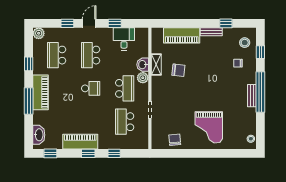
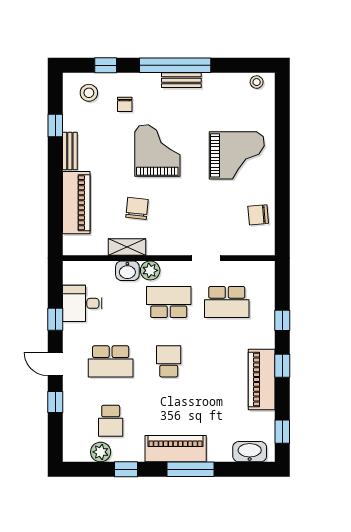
plant: (39, 33) -> (101, 452), moved
school desk: (57, 55) -> (111, 421), width x0.54
grand piano: (212, 82) -> (157, 151), added

